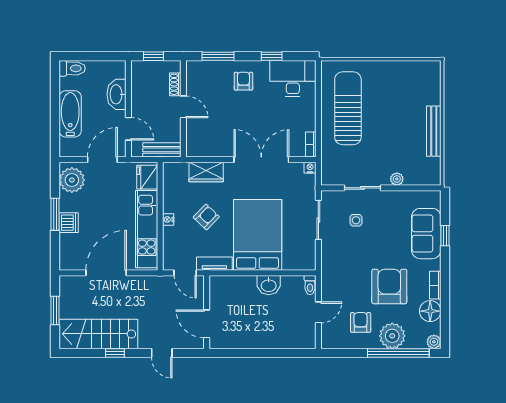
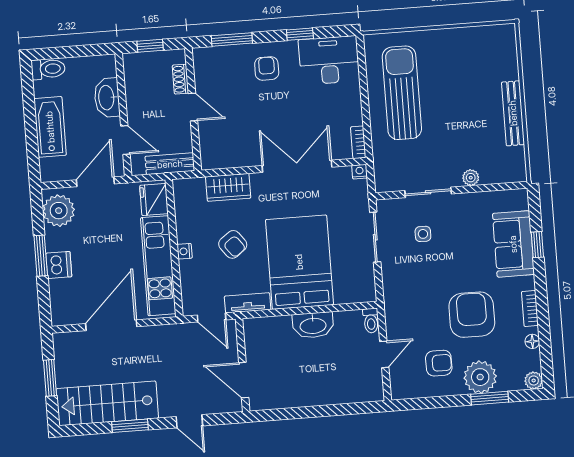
armchair: (206, 217) -> (233, 244), turned 99
washbasin: (269, 285) -> (313, 325), width x1.38
floor lamp: (430, 311) -> (532, 341), width x0.53, depth x0.53
armchair: (361, 322) -> (439, 363), turned 90
window: (115, 353) -> (130, 426), width x1.50
window: (398, 353) -> (490, 398), width x0.47

